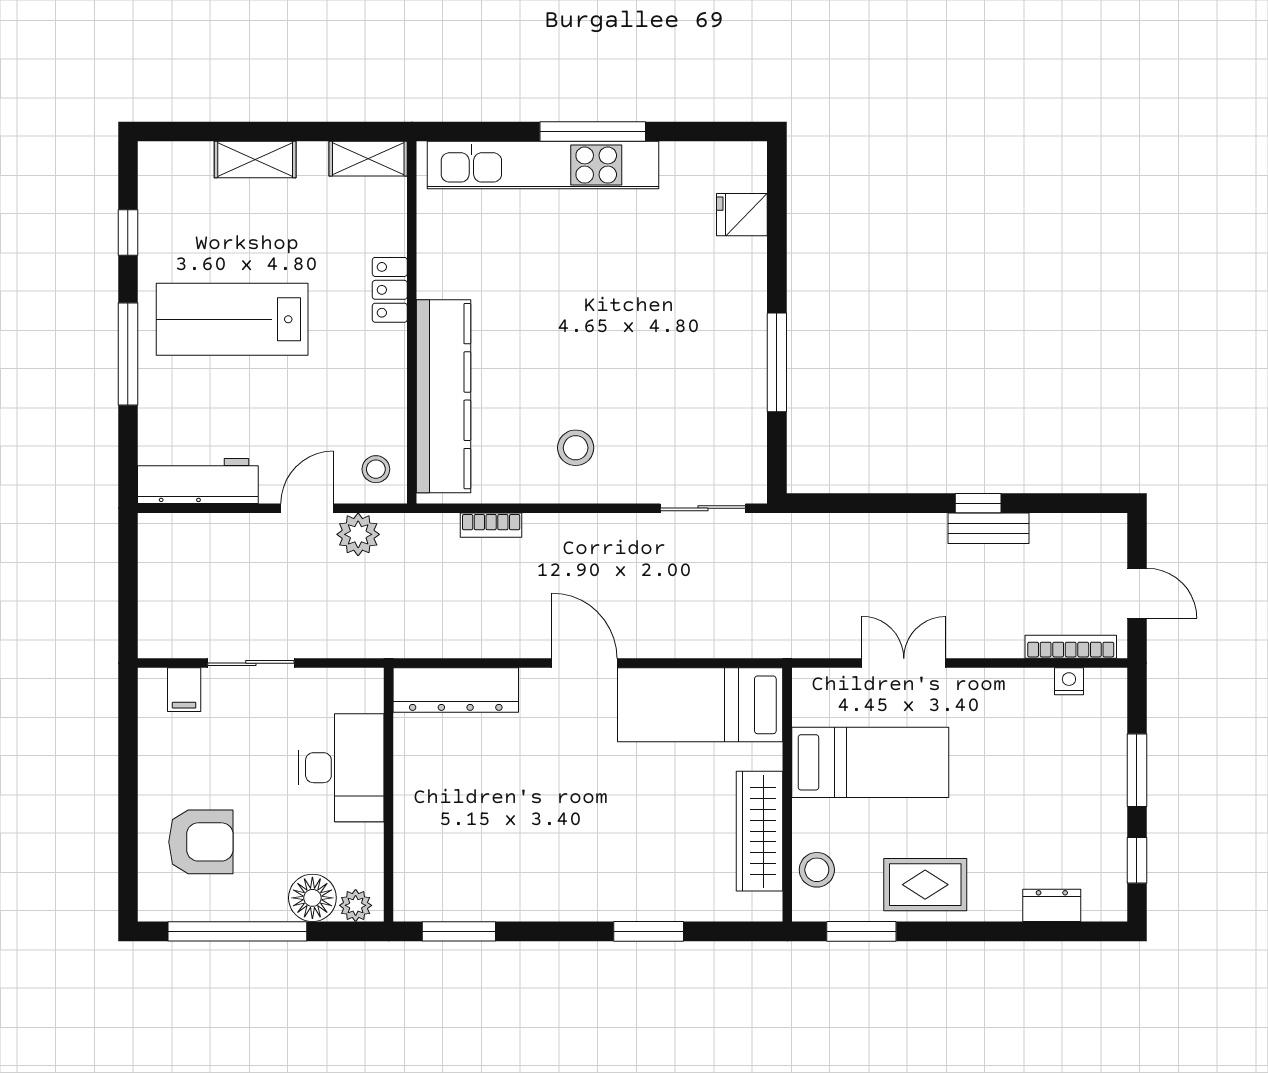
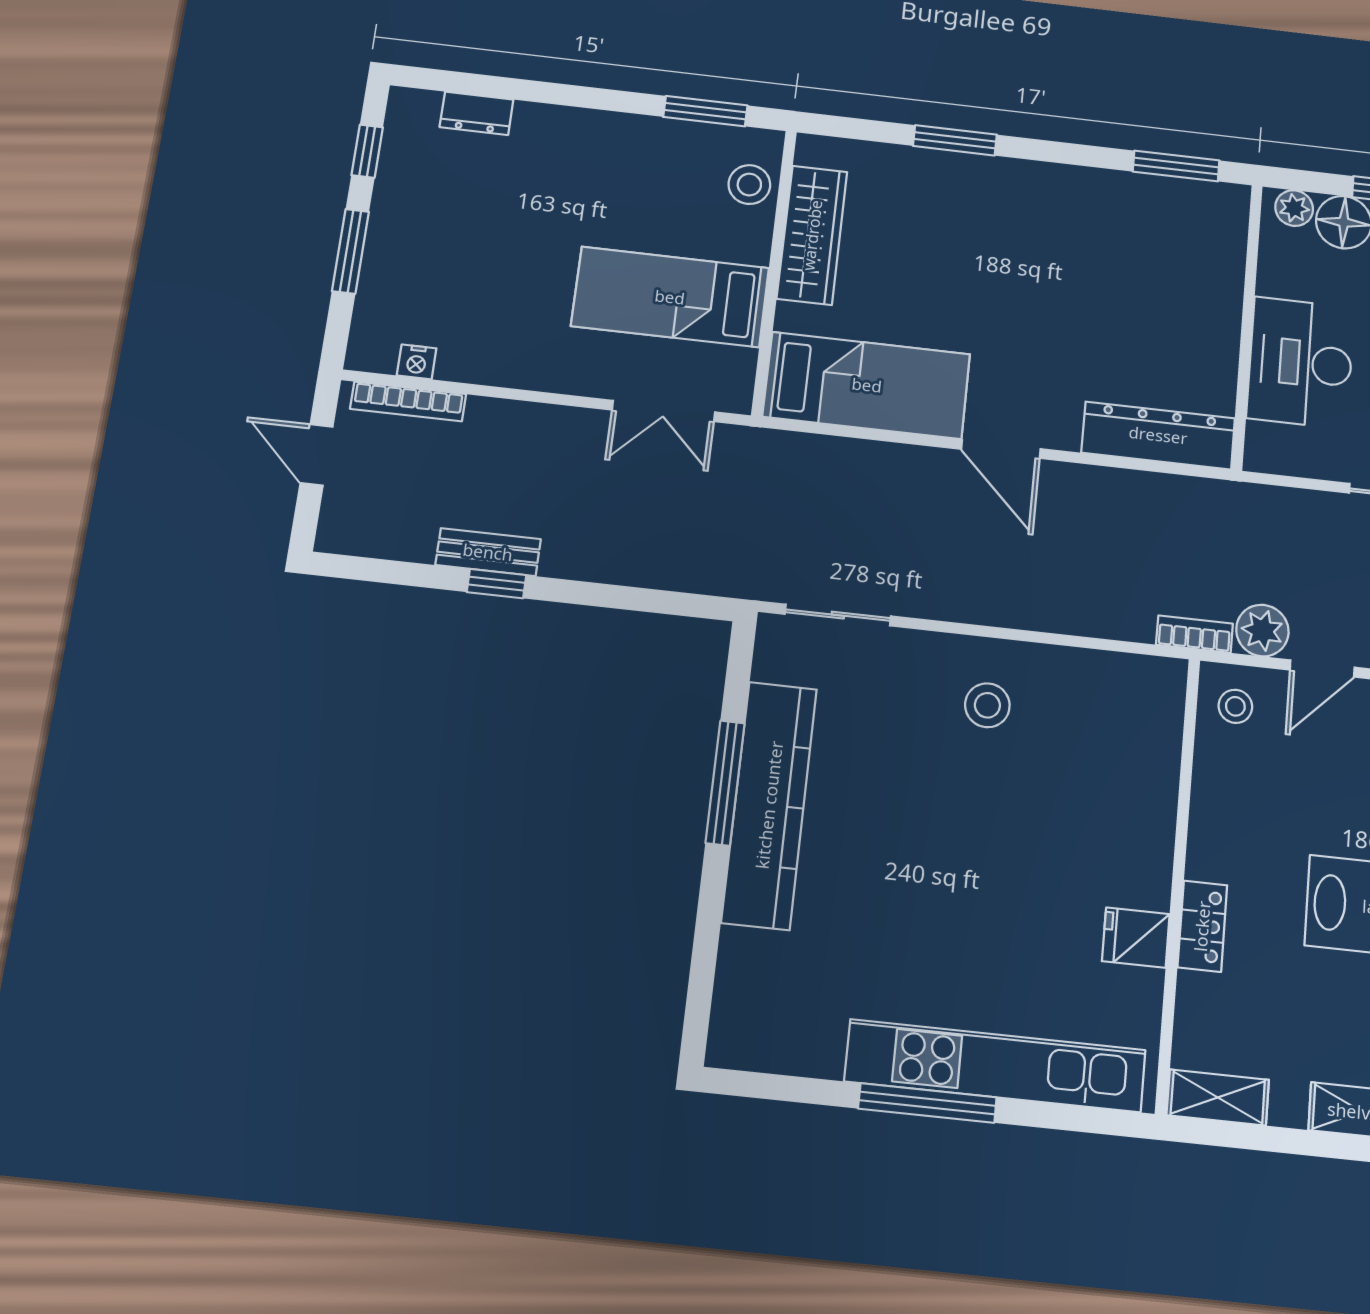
fridge: (742, 215) -> (1136, 938), moved, turned 180
kitchen counter: (443, 396) -> (769, 805), moved, turned 180
bookcase: (491, 525) -> (1194, 634), moved
double door: (904, 663) -> (664, 411), moved
rug: (925, 885) -> (623, 153), removed

